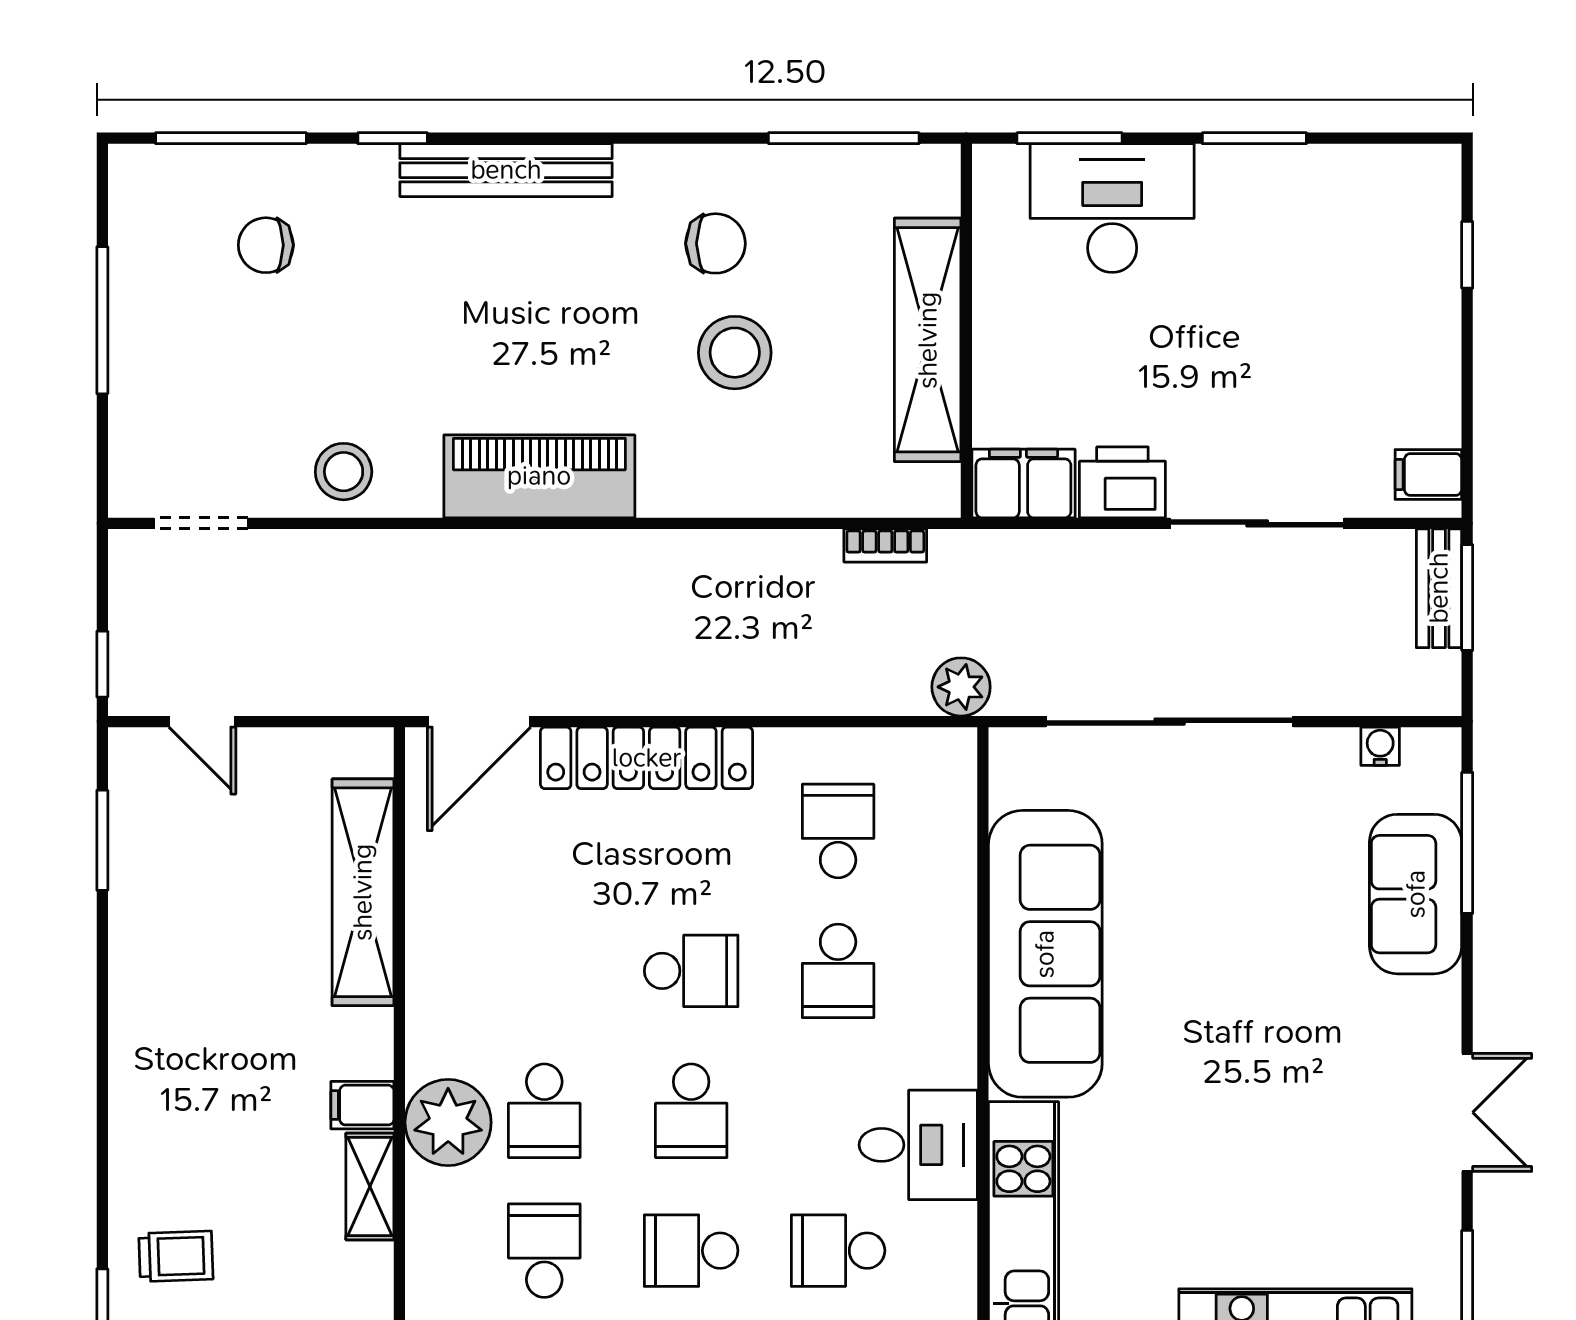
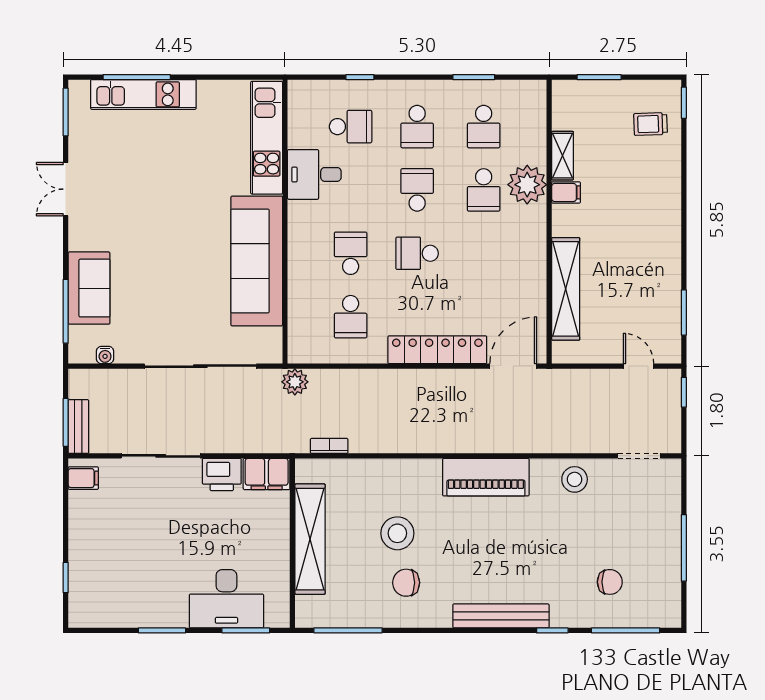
school desk: (544, 1111) -> (484, 190), turned 180
school desk: (691, 1251) -> (417, 127), turned 90

